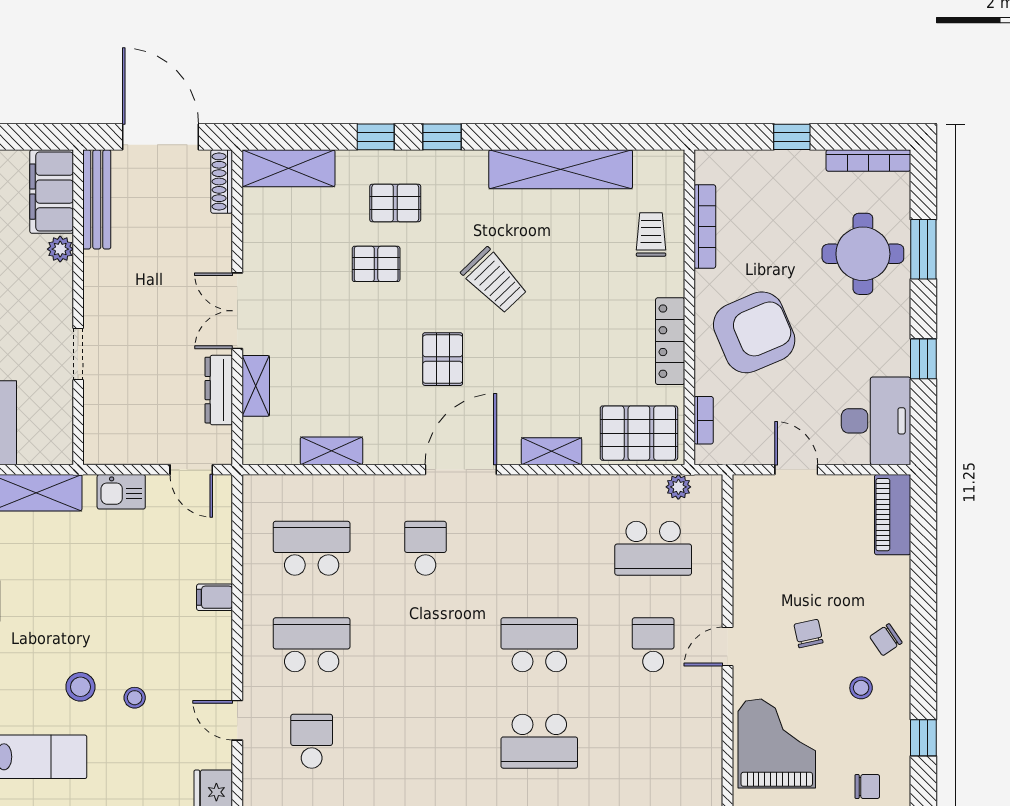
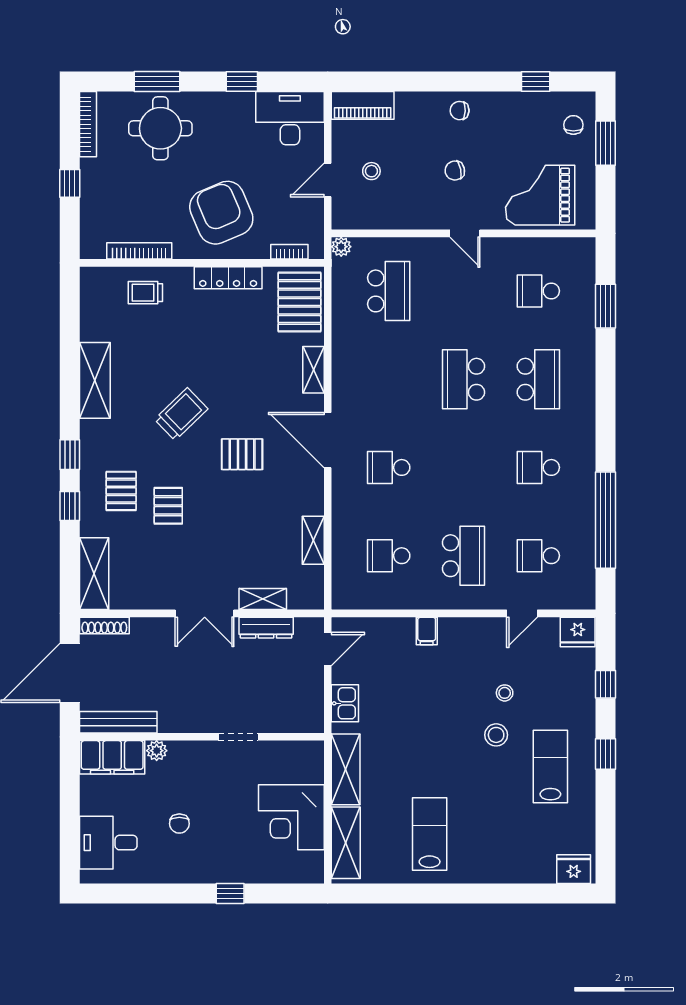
shelving: (561, 169) -> (95, 380), width x0.68
plant: (678, 487) -> (341, 247), moved
school desk: (312, 548) -> (389, 556), width x0.54
chair: (886, 640) -> (460, 111), turned 127
school desk: (312, 645) -> (463, 556), turned 180
school desk: (653, 645) -> (538, 291), moved
stool: (861, 688) -> (371, 171), moved
school desk: (425, 741) -> (538, 467), added

